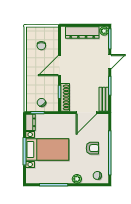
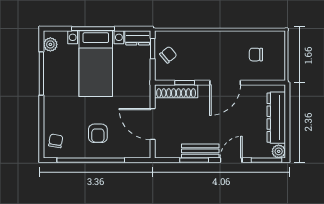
door: (110, 62) -> (231, 160), swing flipped
door: (60, 66) -> (225, 83), swing flipped
bench: (104, 99) -> (200, 151), moved
plant: (77, 179) -> (50, 44), moved

